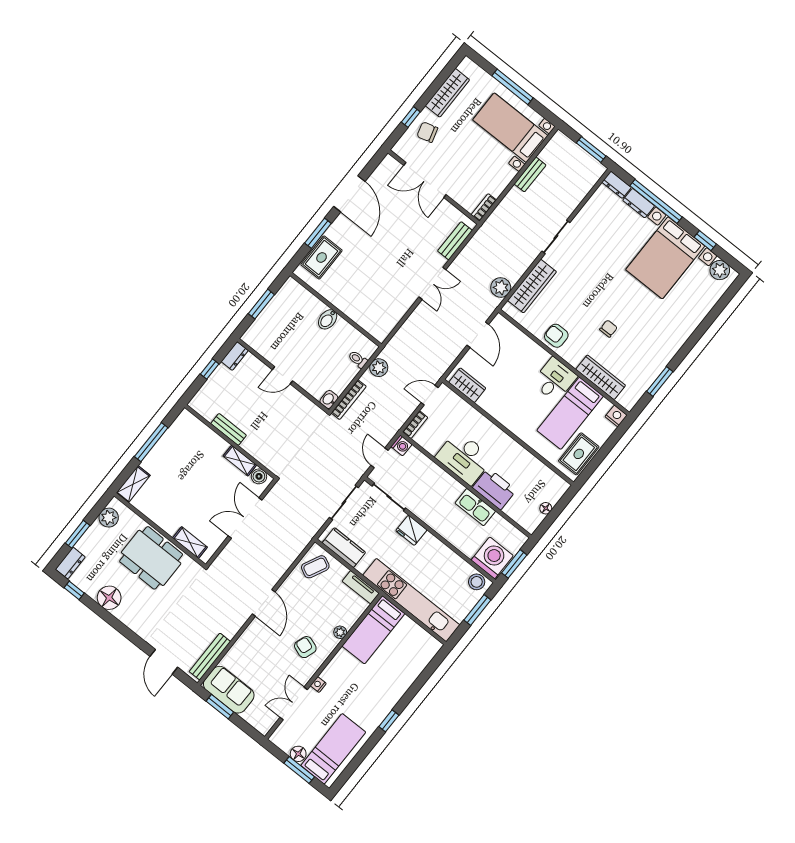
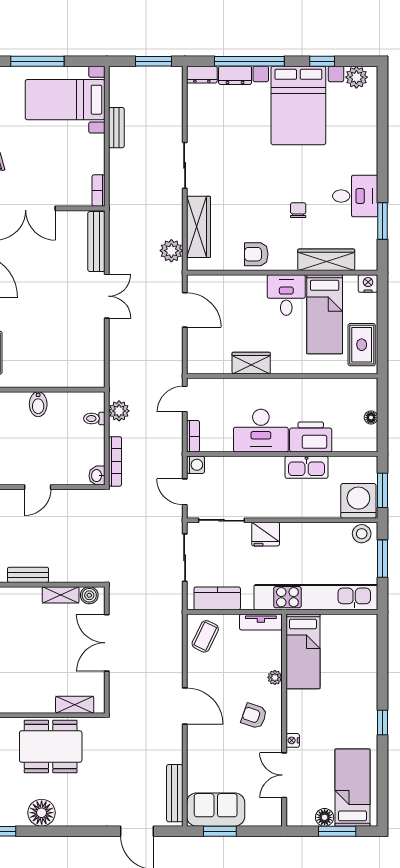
bench: (455, 241) -> (96, 242), width x1.36
desk: (655, 350) -> (355, 196), added
wardrobe: (467, 385) -> (251, 363), moved

